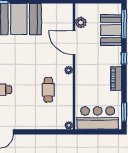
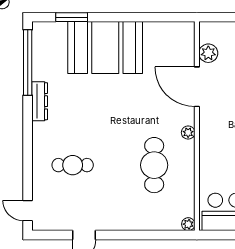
cafe table: (48, 90) -> (154, 165), width x1.37, depth x1.35

